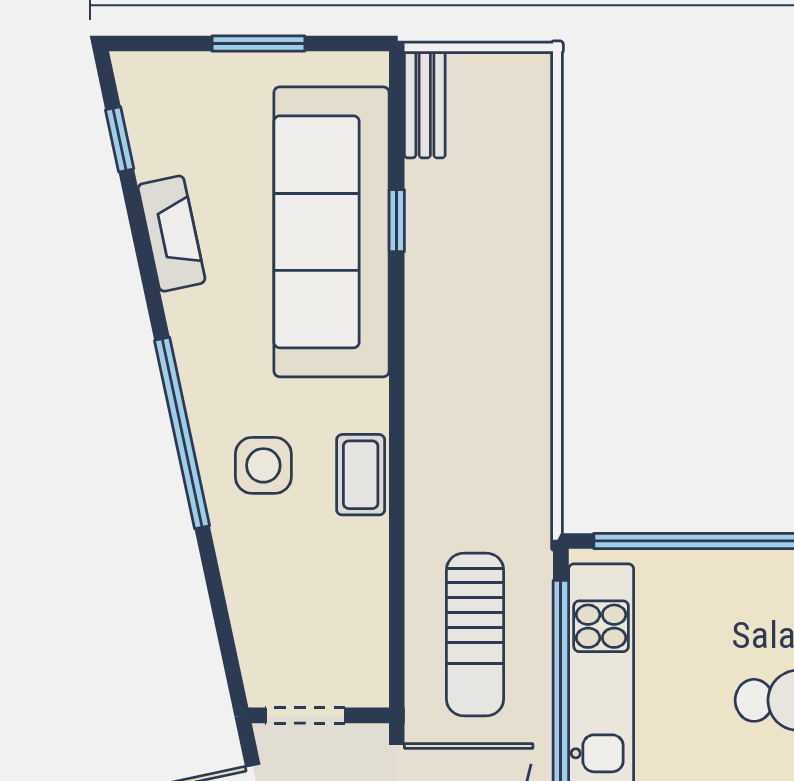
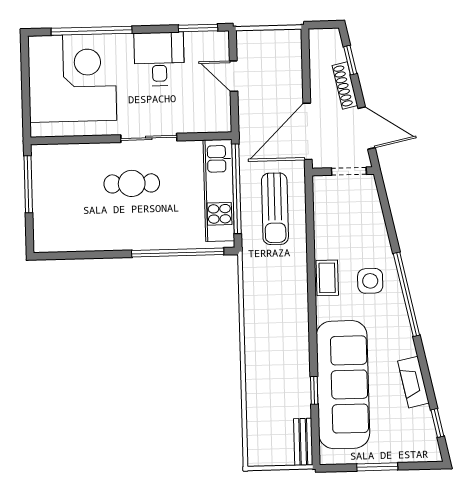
sun lounger: (475, 634) -> (275, 209), turned 180

